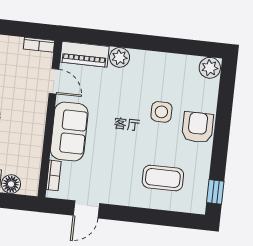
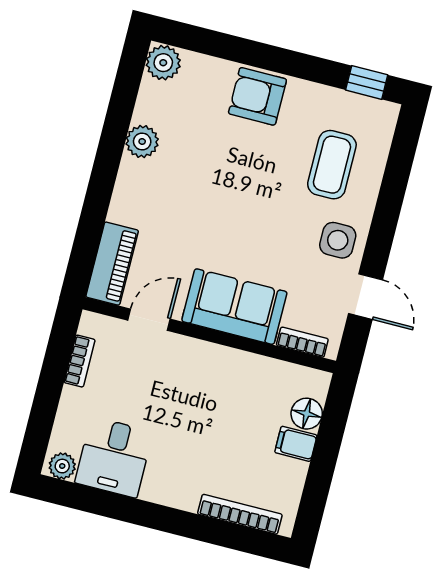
bookcase: (39, 45) -> (80, 361), moved
plant: (120, 57) -> (142, 142), moved
side table: (161, 112) -> (338, 240), moved

